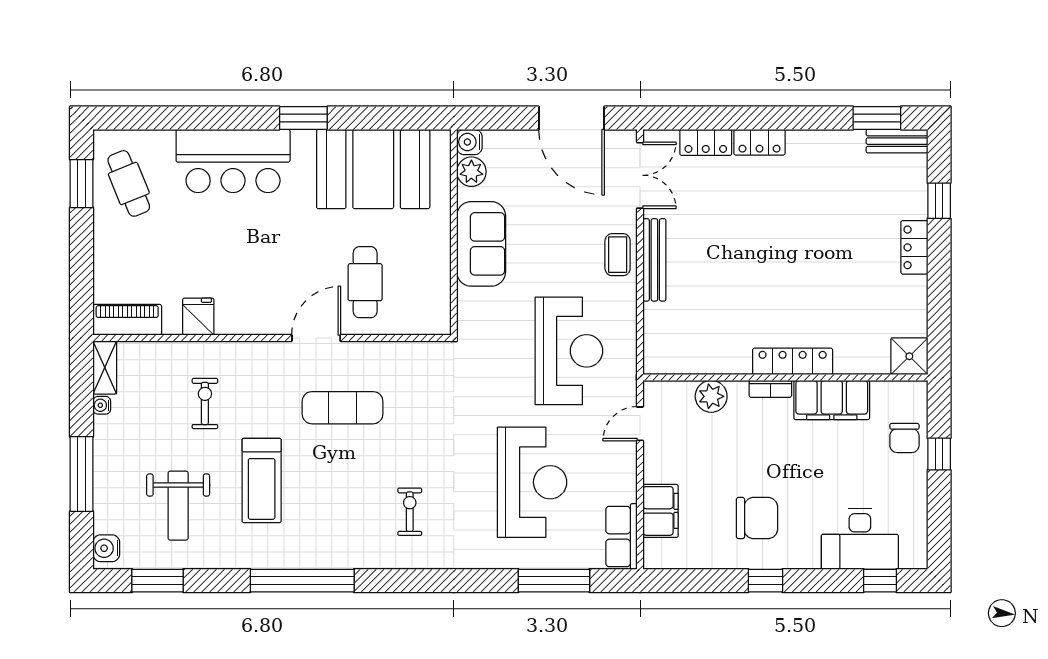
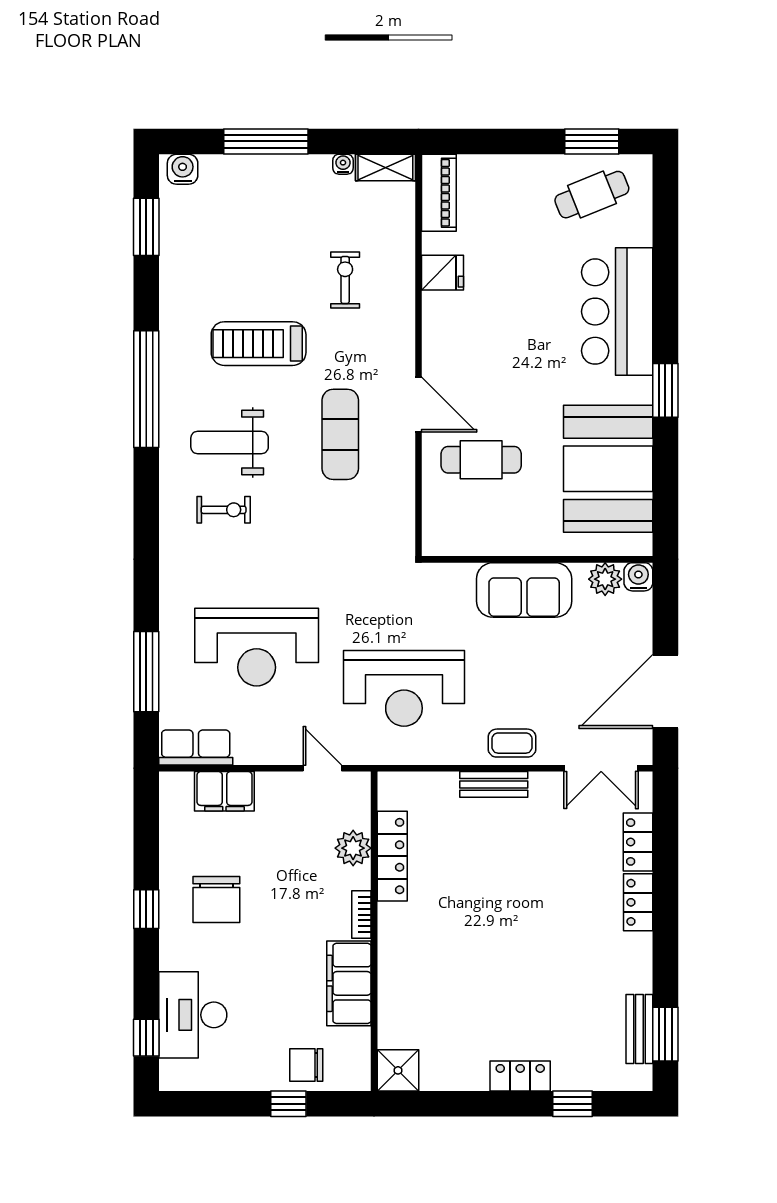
bench: (897, 141) -> (639, 1029), moved
bench: (654, 260) -> (494, 784), width x0.73
locker: (793, 361) -> (392, 856), moved
exercise bike: (205, 403) -> (345, 280), turned -90
weight bench: (178, 506) -> (230, 442), moved

